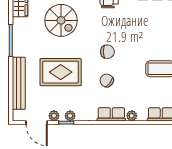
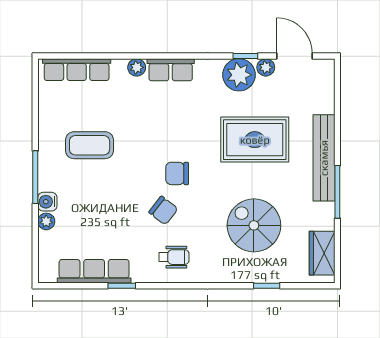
chair: (107, 80) -> (163, 211), moved
bench: (19, 83) -> (324, 158), moved
plant: (70, 116) -> (239, 75), width x1.88, depth x1.88

